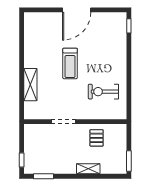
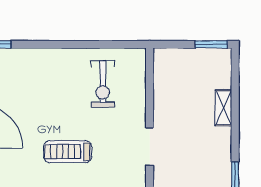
treadmill: (70, 63) -> (68, 152), moved, turned 180
pallet: (97, 138) -> (175, 95), removed

